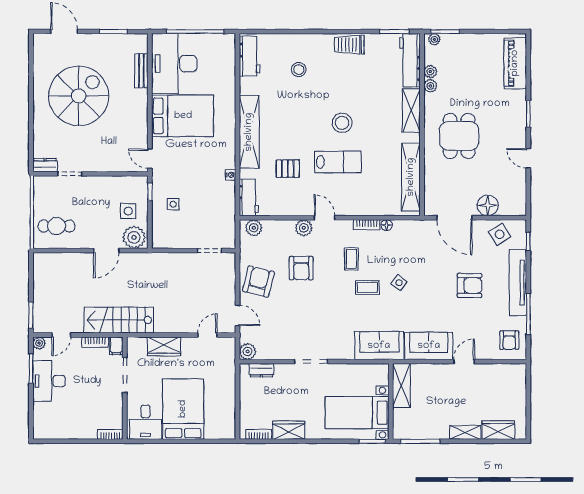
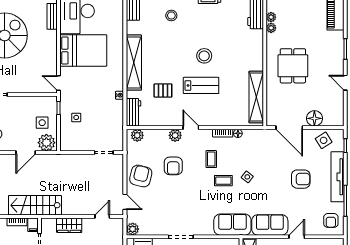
shelving: (411, 110) -> (257, 46), removed

